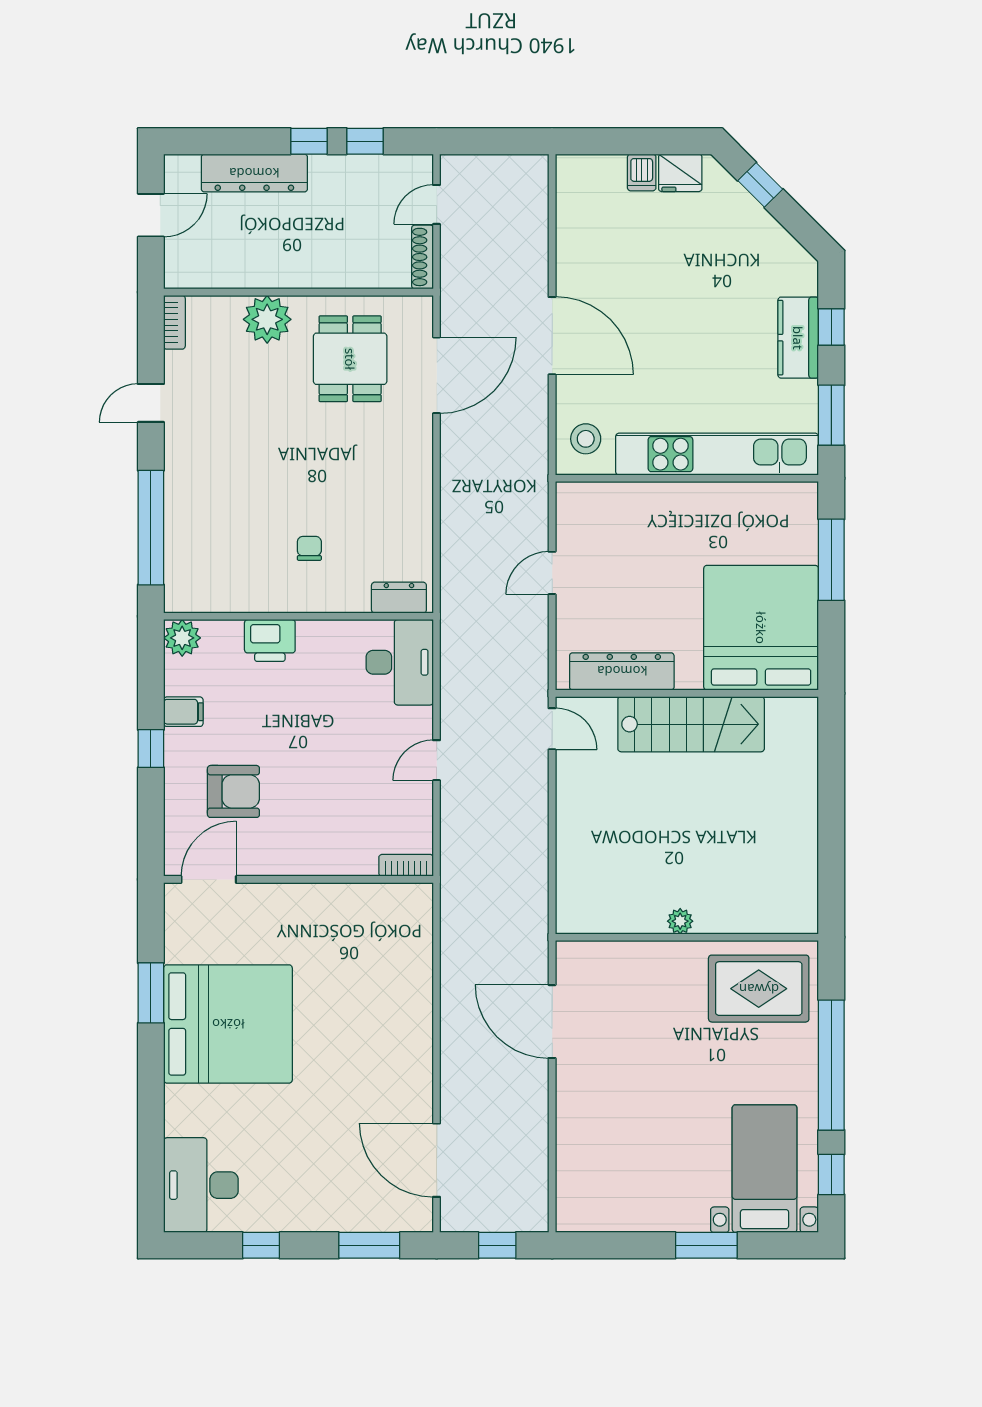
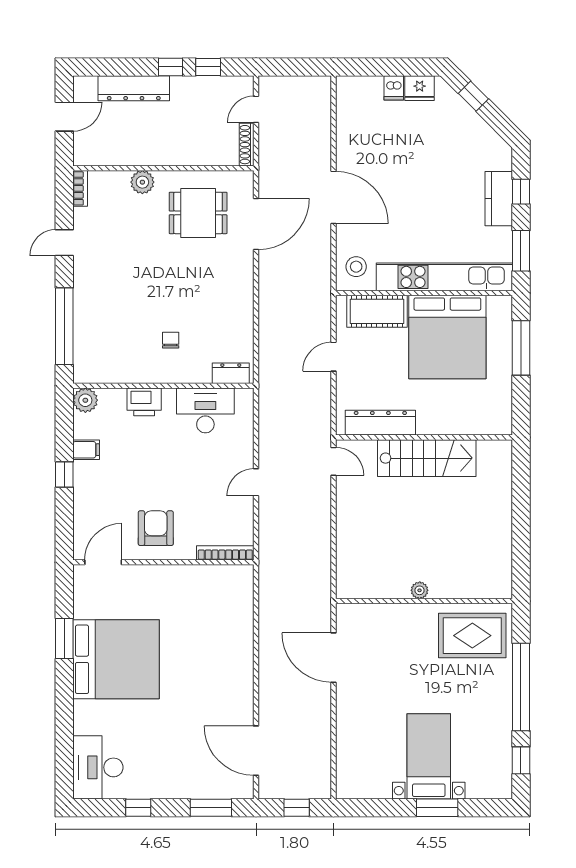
plant: (267, 319) -> (142, 182), width x0.73, depth x0.73
dining table: (350, 359) -> (198, 213), turned 90
cot: (617, 505) -> (377, 311), added
bed: (761, 628) -> (447, 337), moved, turned 180
desk: (400, 662) -> (205, 410), moved, turned -90
armchair: (233, 791) -> (156, 528), moved, turned -90
bookcase: (406, 865) -> (225, 553), width x1.56
bed with nightstands: (765, 1169) -> (429, 756), moved

